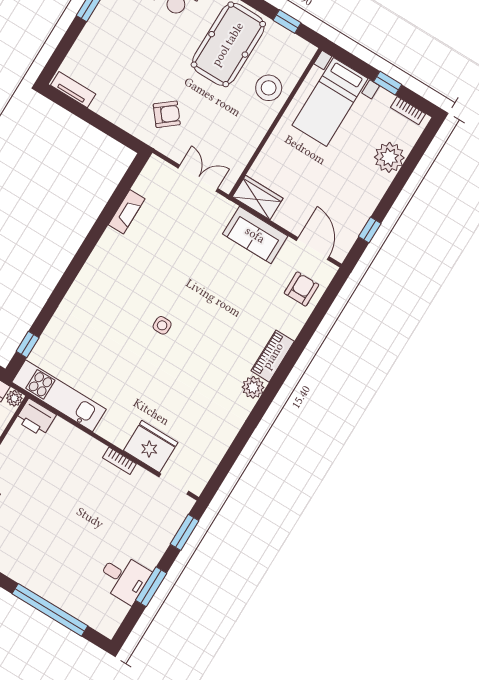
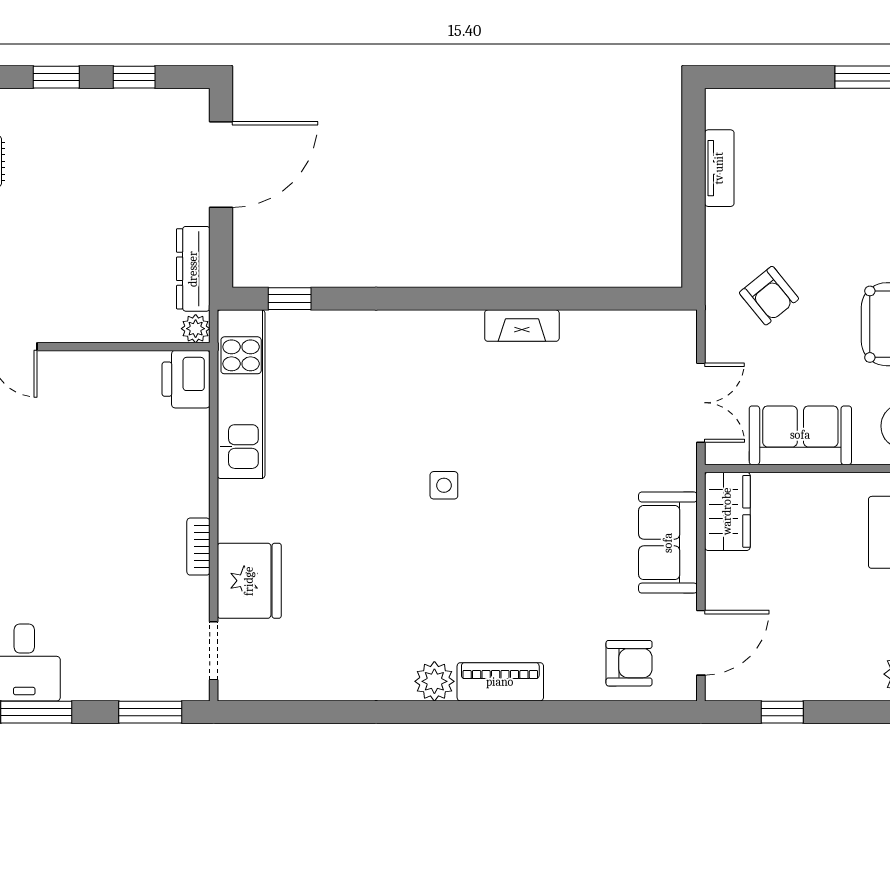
tv unit: (73, 90) -> (719, 168), moved
sofa: (243, 140) -> (800, 435), added
fireplace: (127, 212) -> (522, 326), moved

